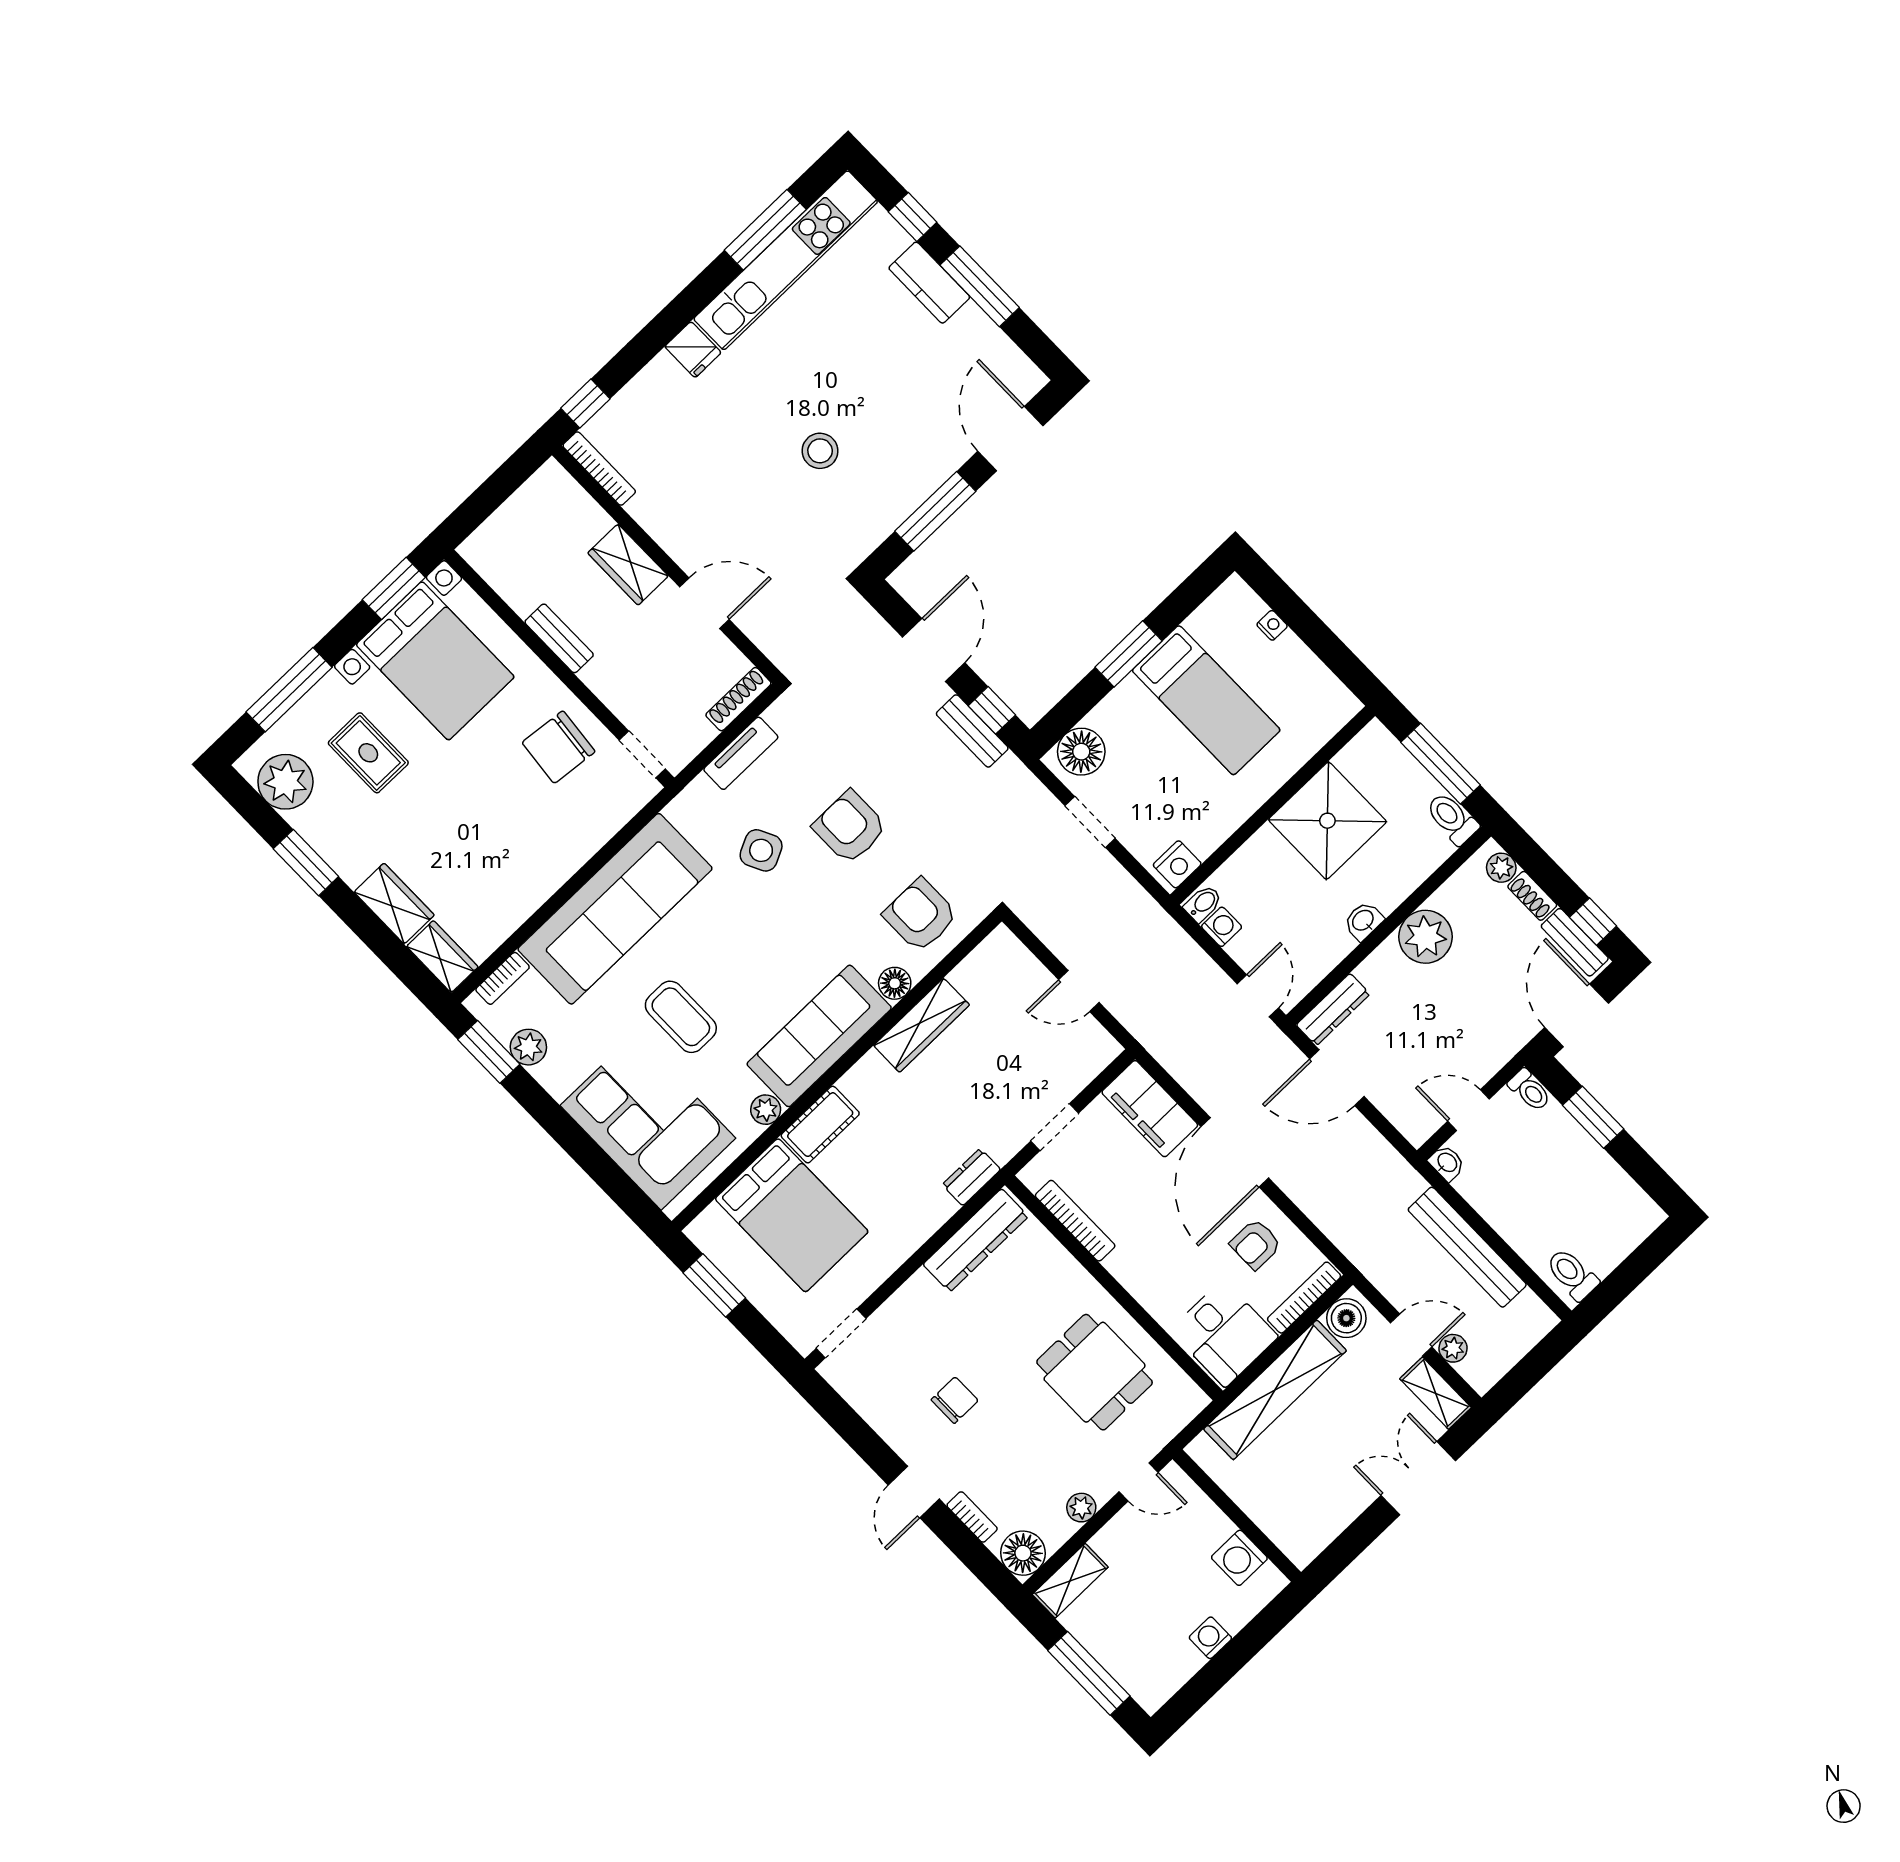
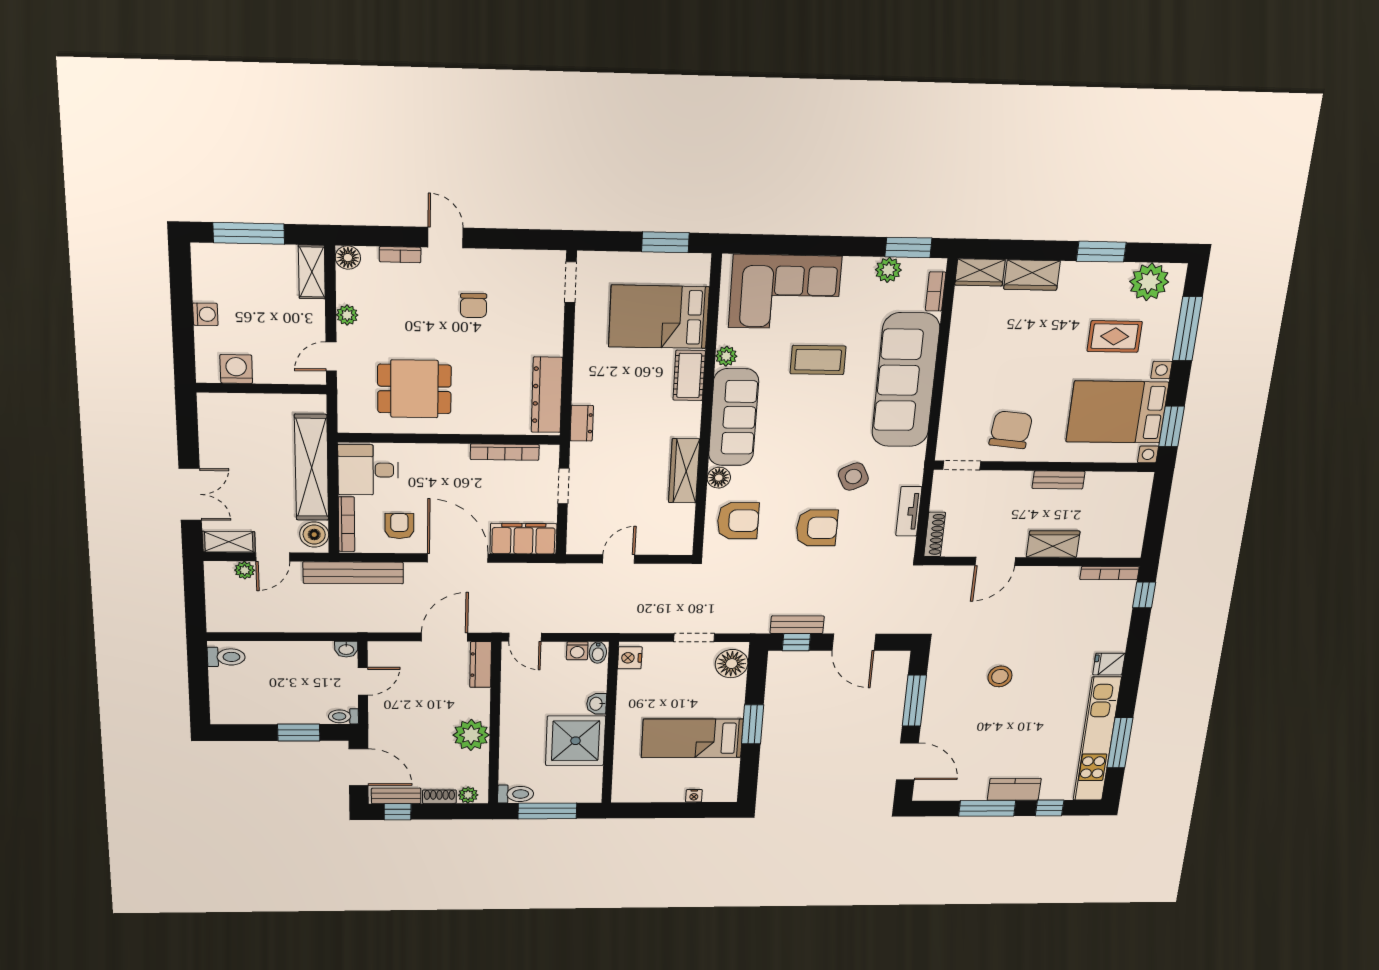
washbasin: (1363, 921) -> (596, 704), moved, turned 180
bench: (1467, 1247) -> (353, 573), moved
floor lamp: (1023, 1553) -> (348, 258), width x0.73, depth x0.73

